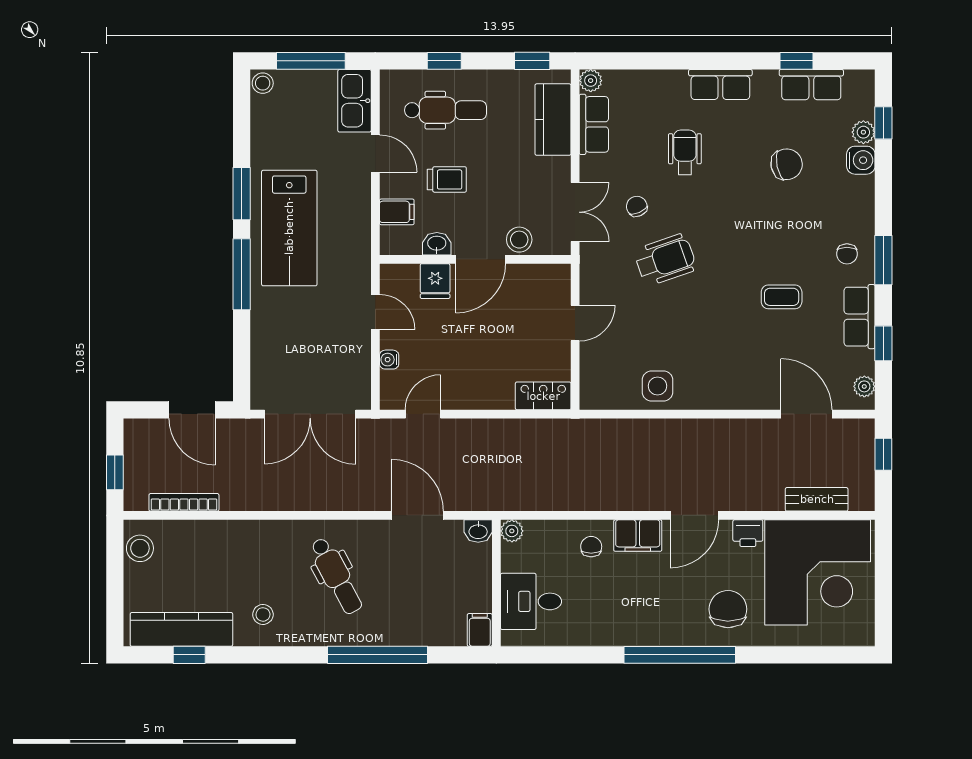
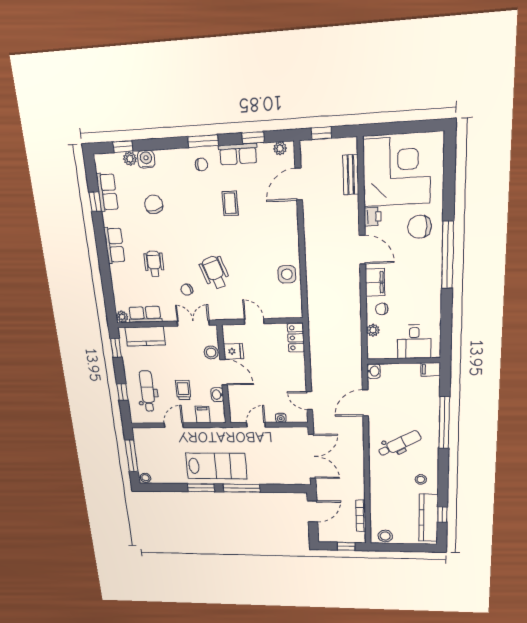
kitchen sink: (354, 101) -> (148, 435), removed
wheelchair: (685, 152) -> (154, 264), turned 90
fridge: (435, 281) -> (233, 351), moved
plant: (512, 531) -> (373, 330), moved

